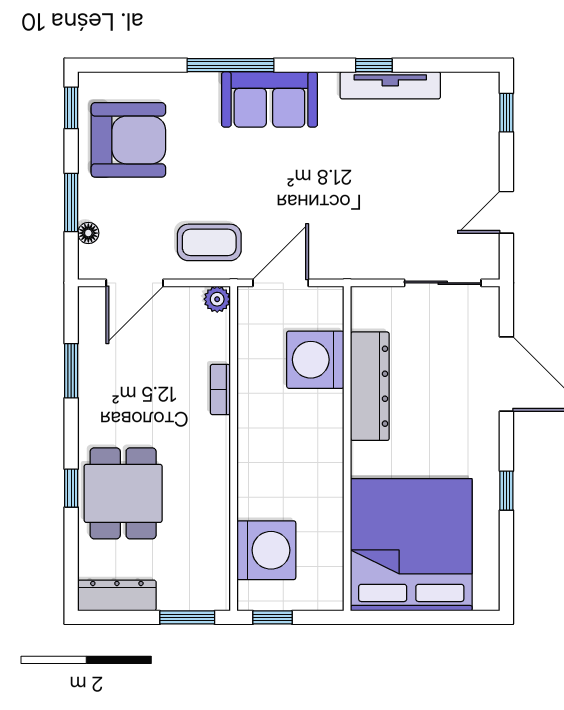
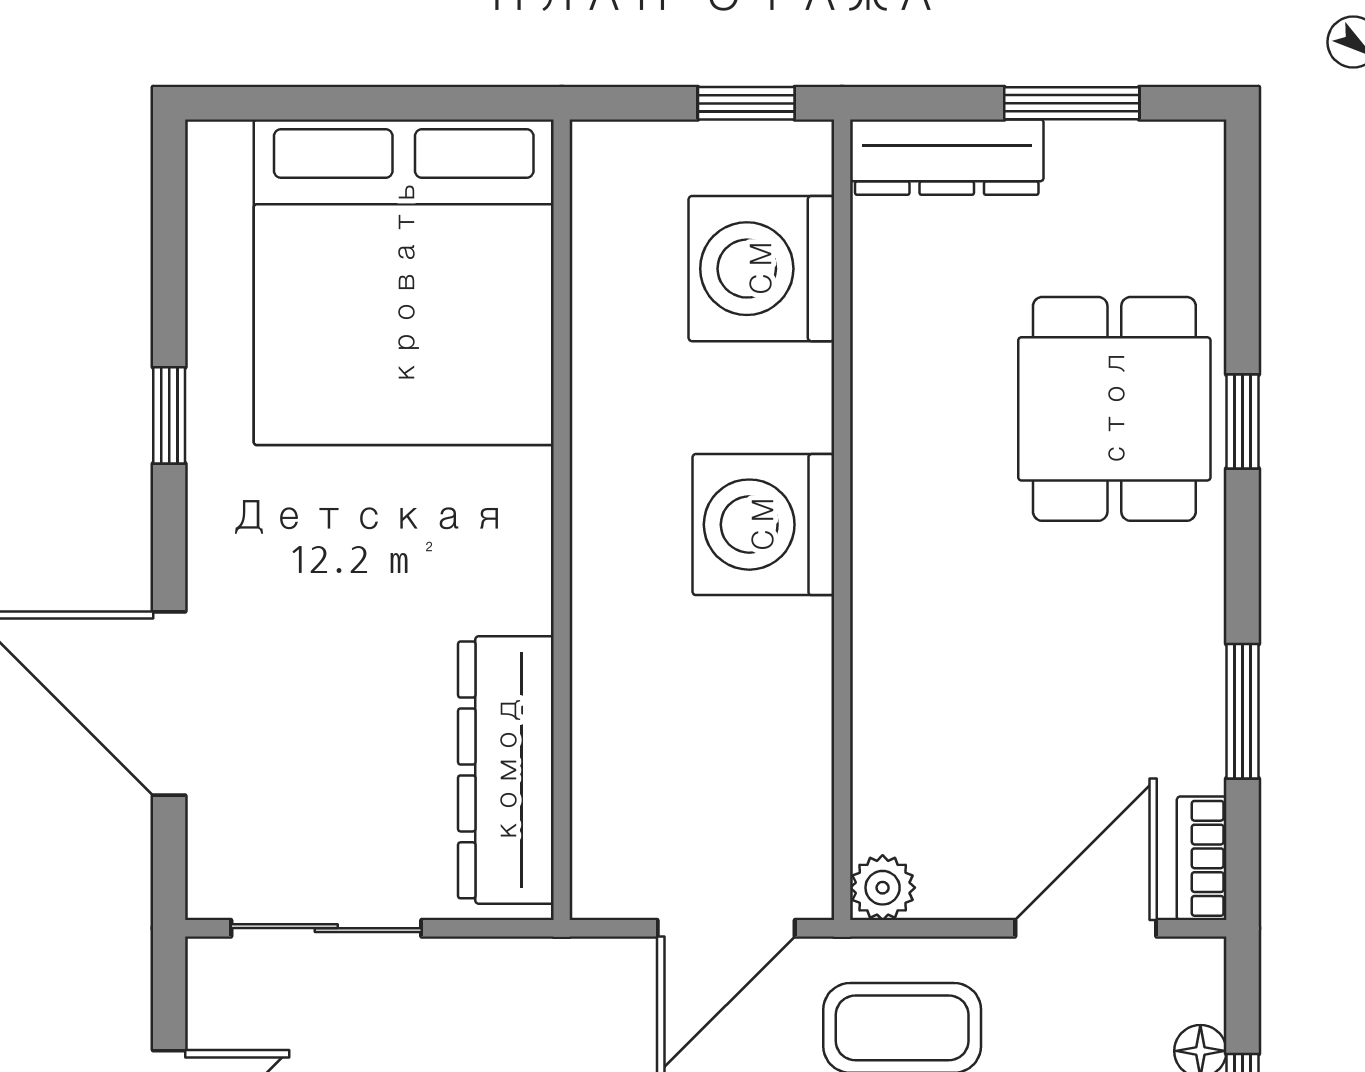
washing machine: (315, 360) -> (763, 525), moved, turned 180
dresser: (370, 386) -> (506, 770), moved
bookcase: (220, 390) -> (1202, 858), moved, turned 180
dresser: (117, 595) -> (947, 157), moved
window: (187, 617) -> (1072, 103), moved

